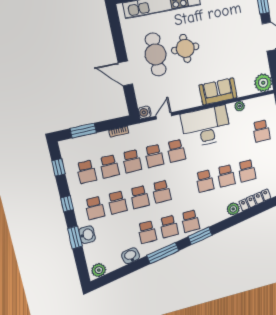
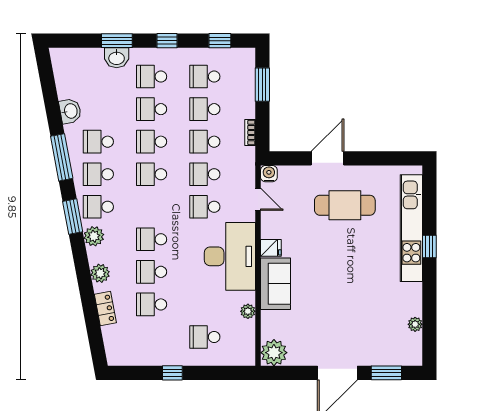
round table: (185, 48) -> (345, 248), removed
fridge: (195, 100) -> (271, 248), added
locker: (255, 200) -> (105, 309), width x0.66
plant: (99, 270) -> (94, 236), moved

